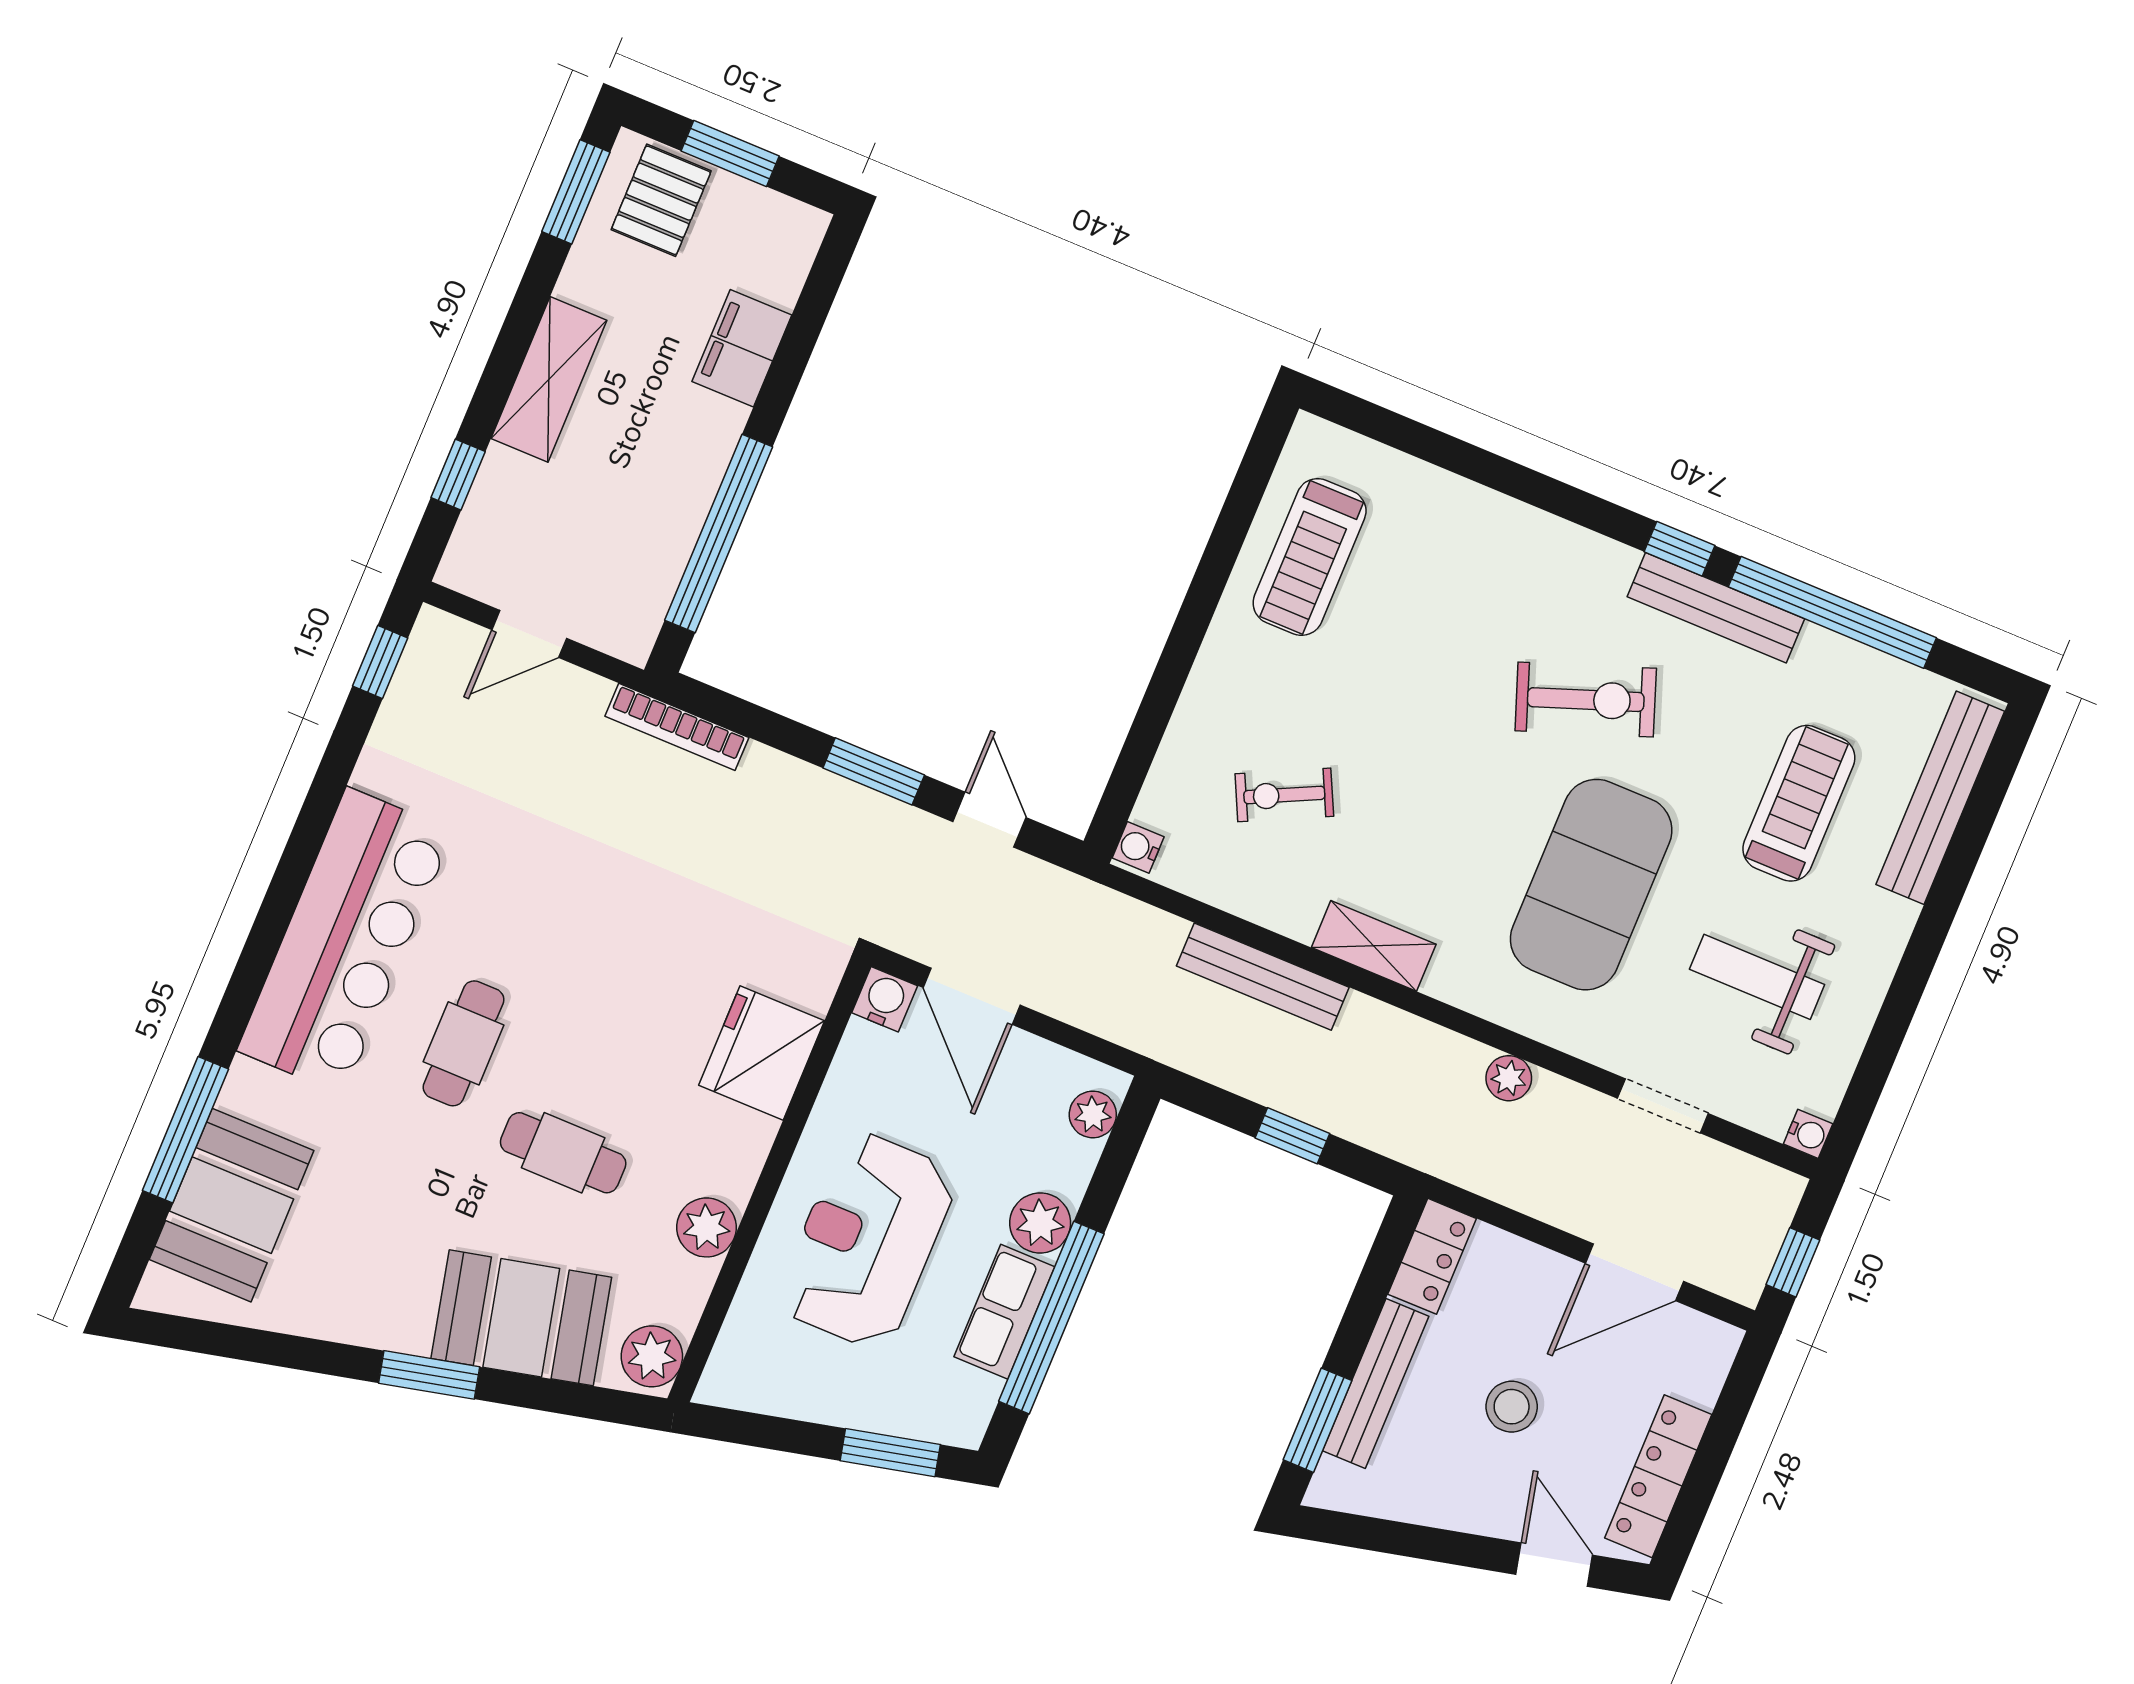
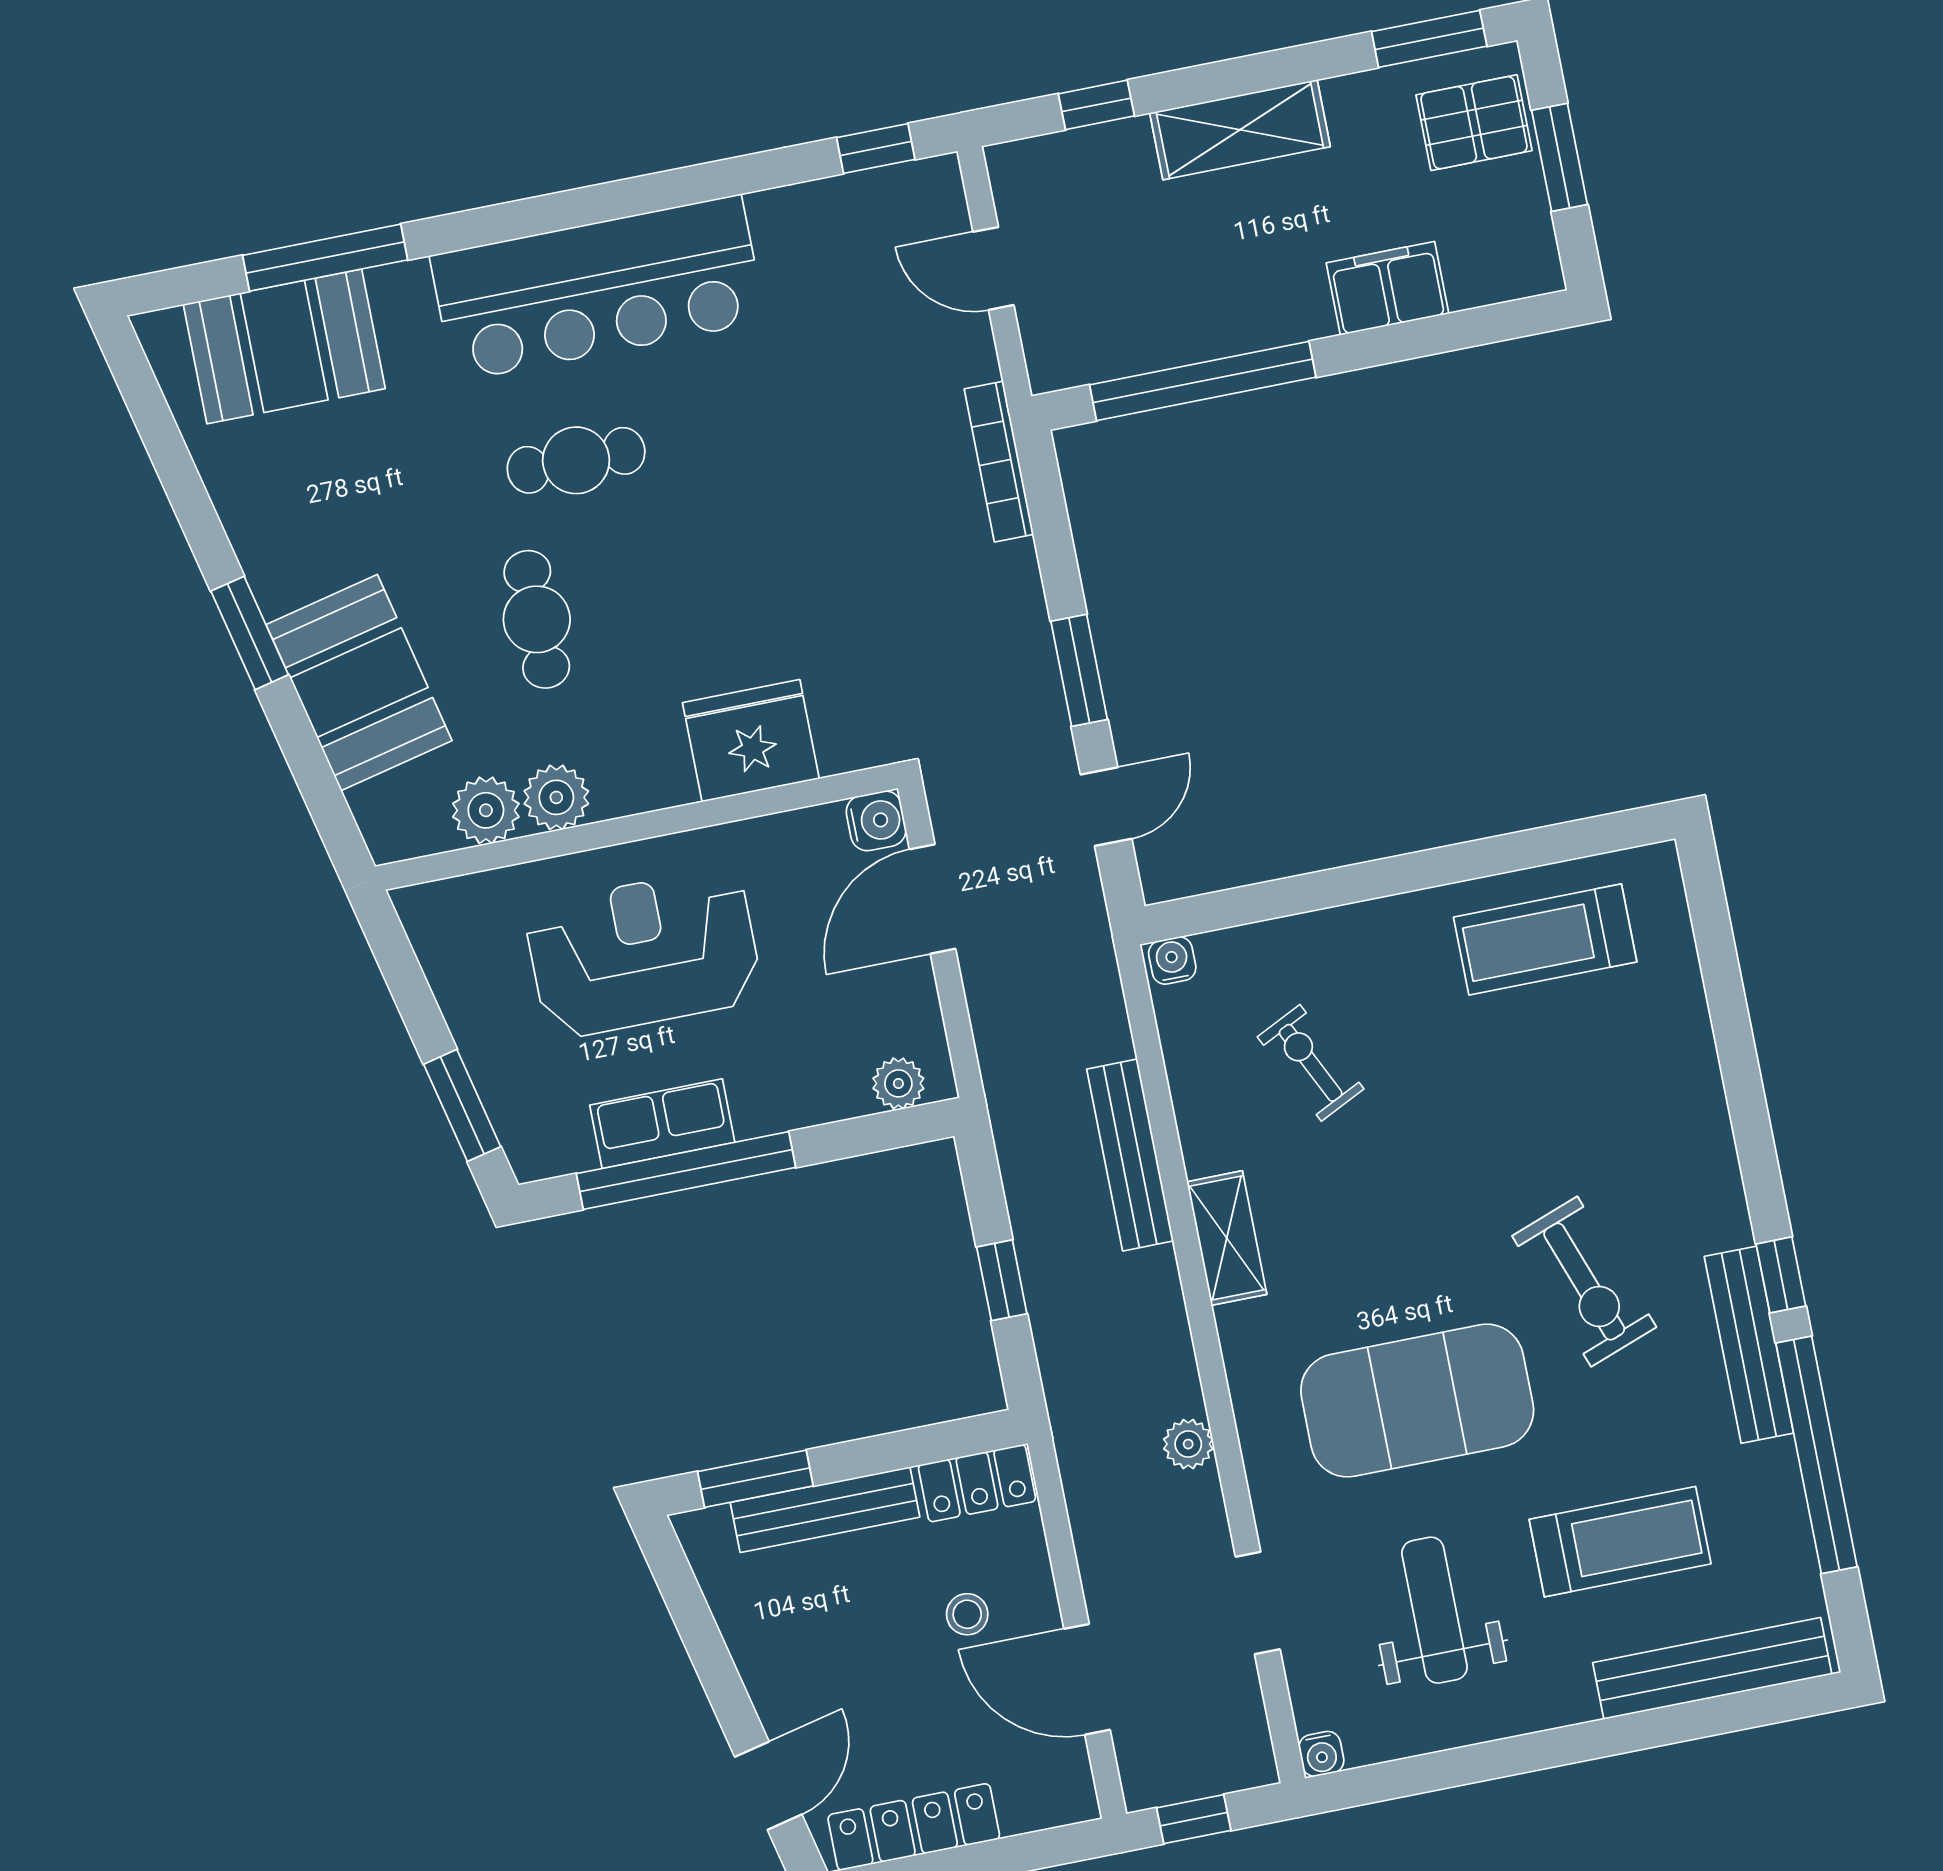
plant: (1040, 1223) -> (766, 1102), removed
plant: (652, 1356) -> (486, 810), moved
stool: (1512, 1407) -> (967, 1614), moved, width x0.73, depth x0.73

